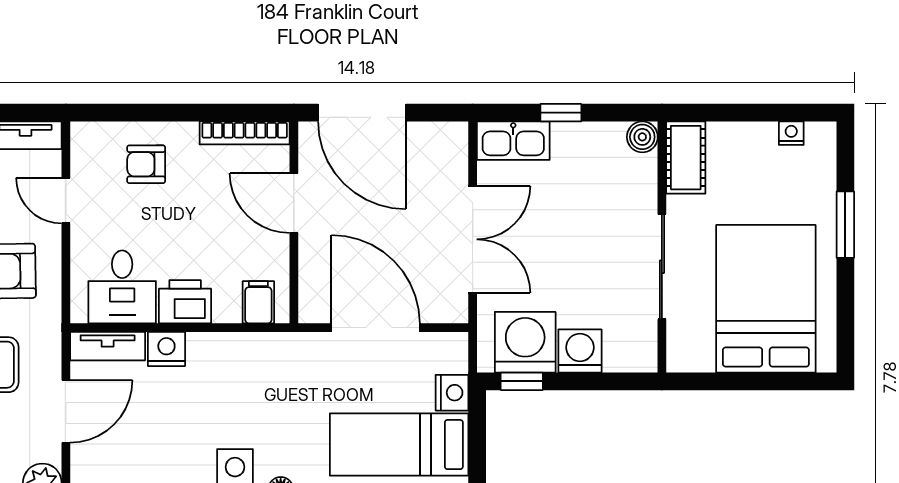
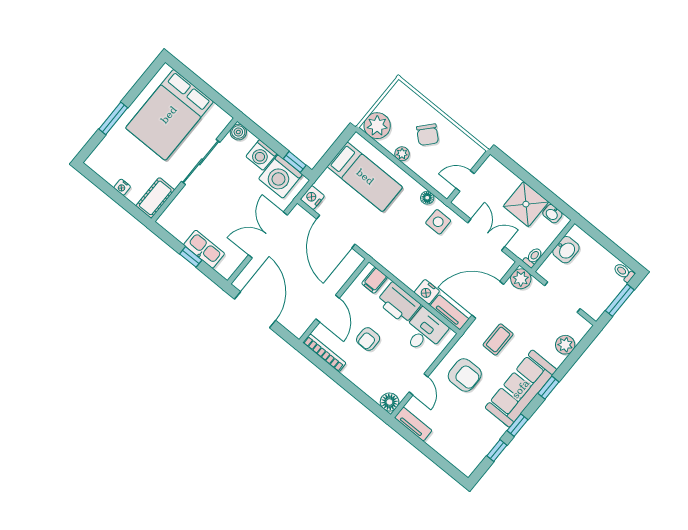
door: (362, 113) -> (255, 310), moved
nightstand: (791, 133) -> (122, 187), moved
boiler: (642, 137) -> (238, 132), moved
floor lamp: (88, 139) -> (389, 402), added
kitchen sink: (513, 141) -> (204, 249), moved
armchair: (146, 164) -> (368, 339), moved, turned 90
printer: (185, 302) -> (399, 303), width x1.37, depth x1.19
nightstand: (452, 393) -> (312, 198), moved
door: (66, 411) -> (488, 300), width x1.36

